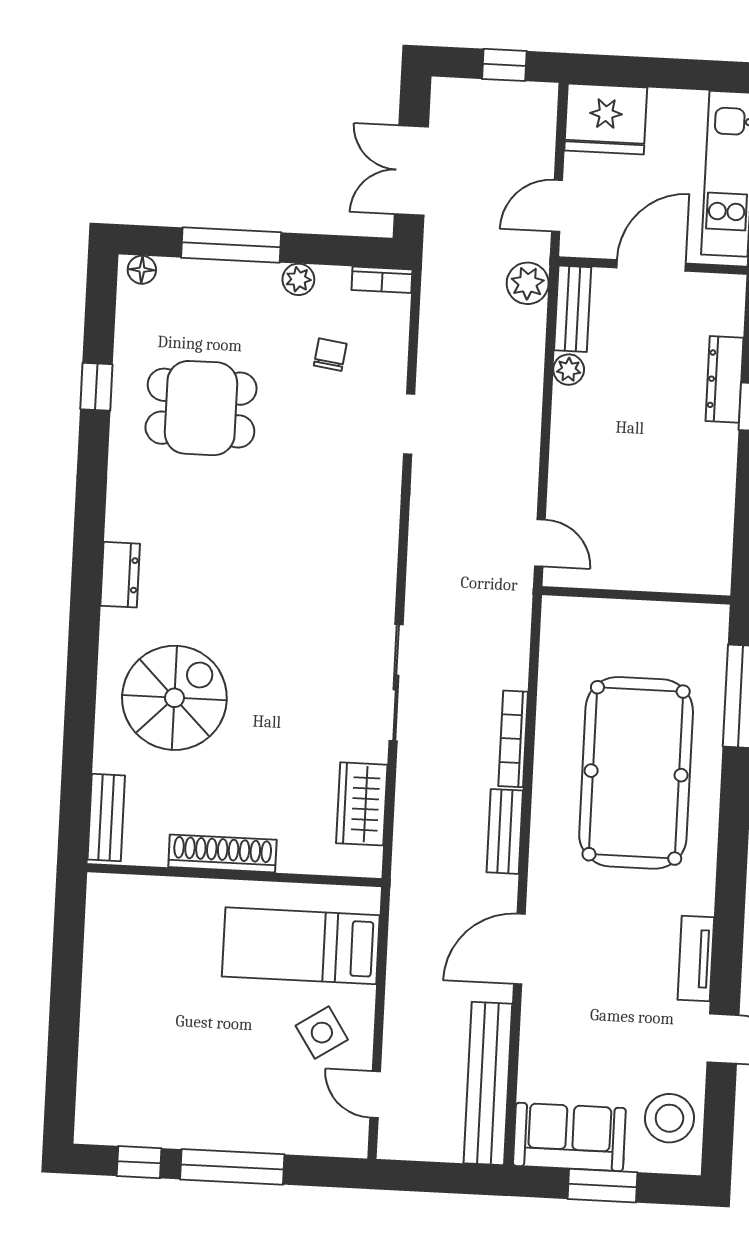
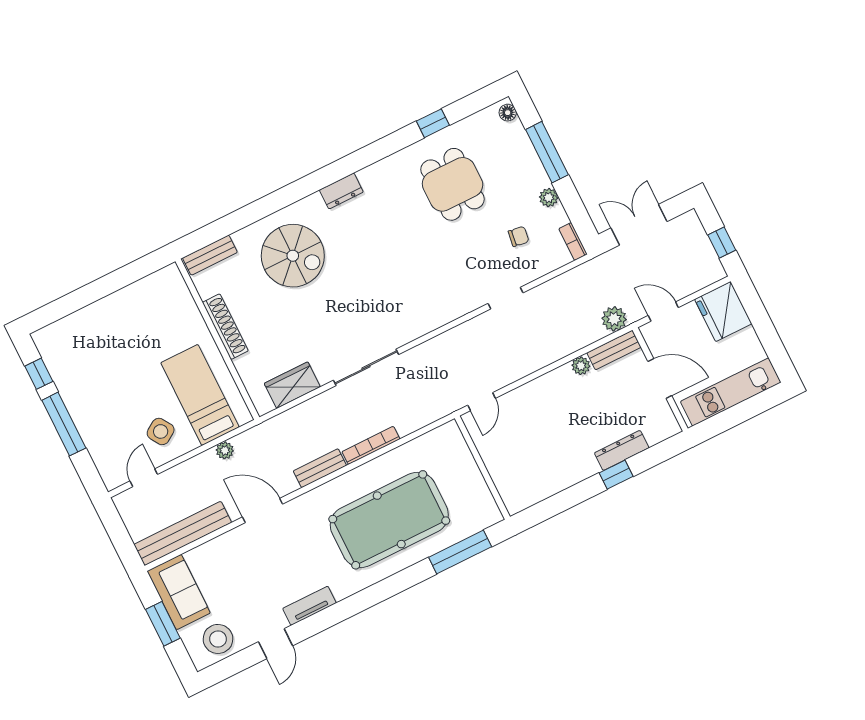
plant: (402, 955) -> (225, 450), added

